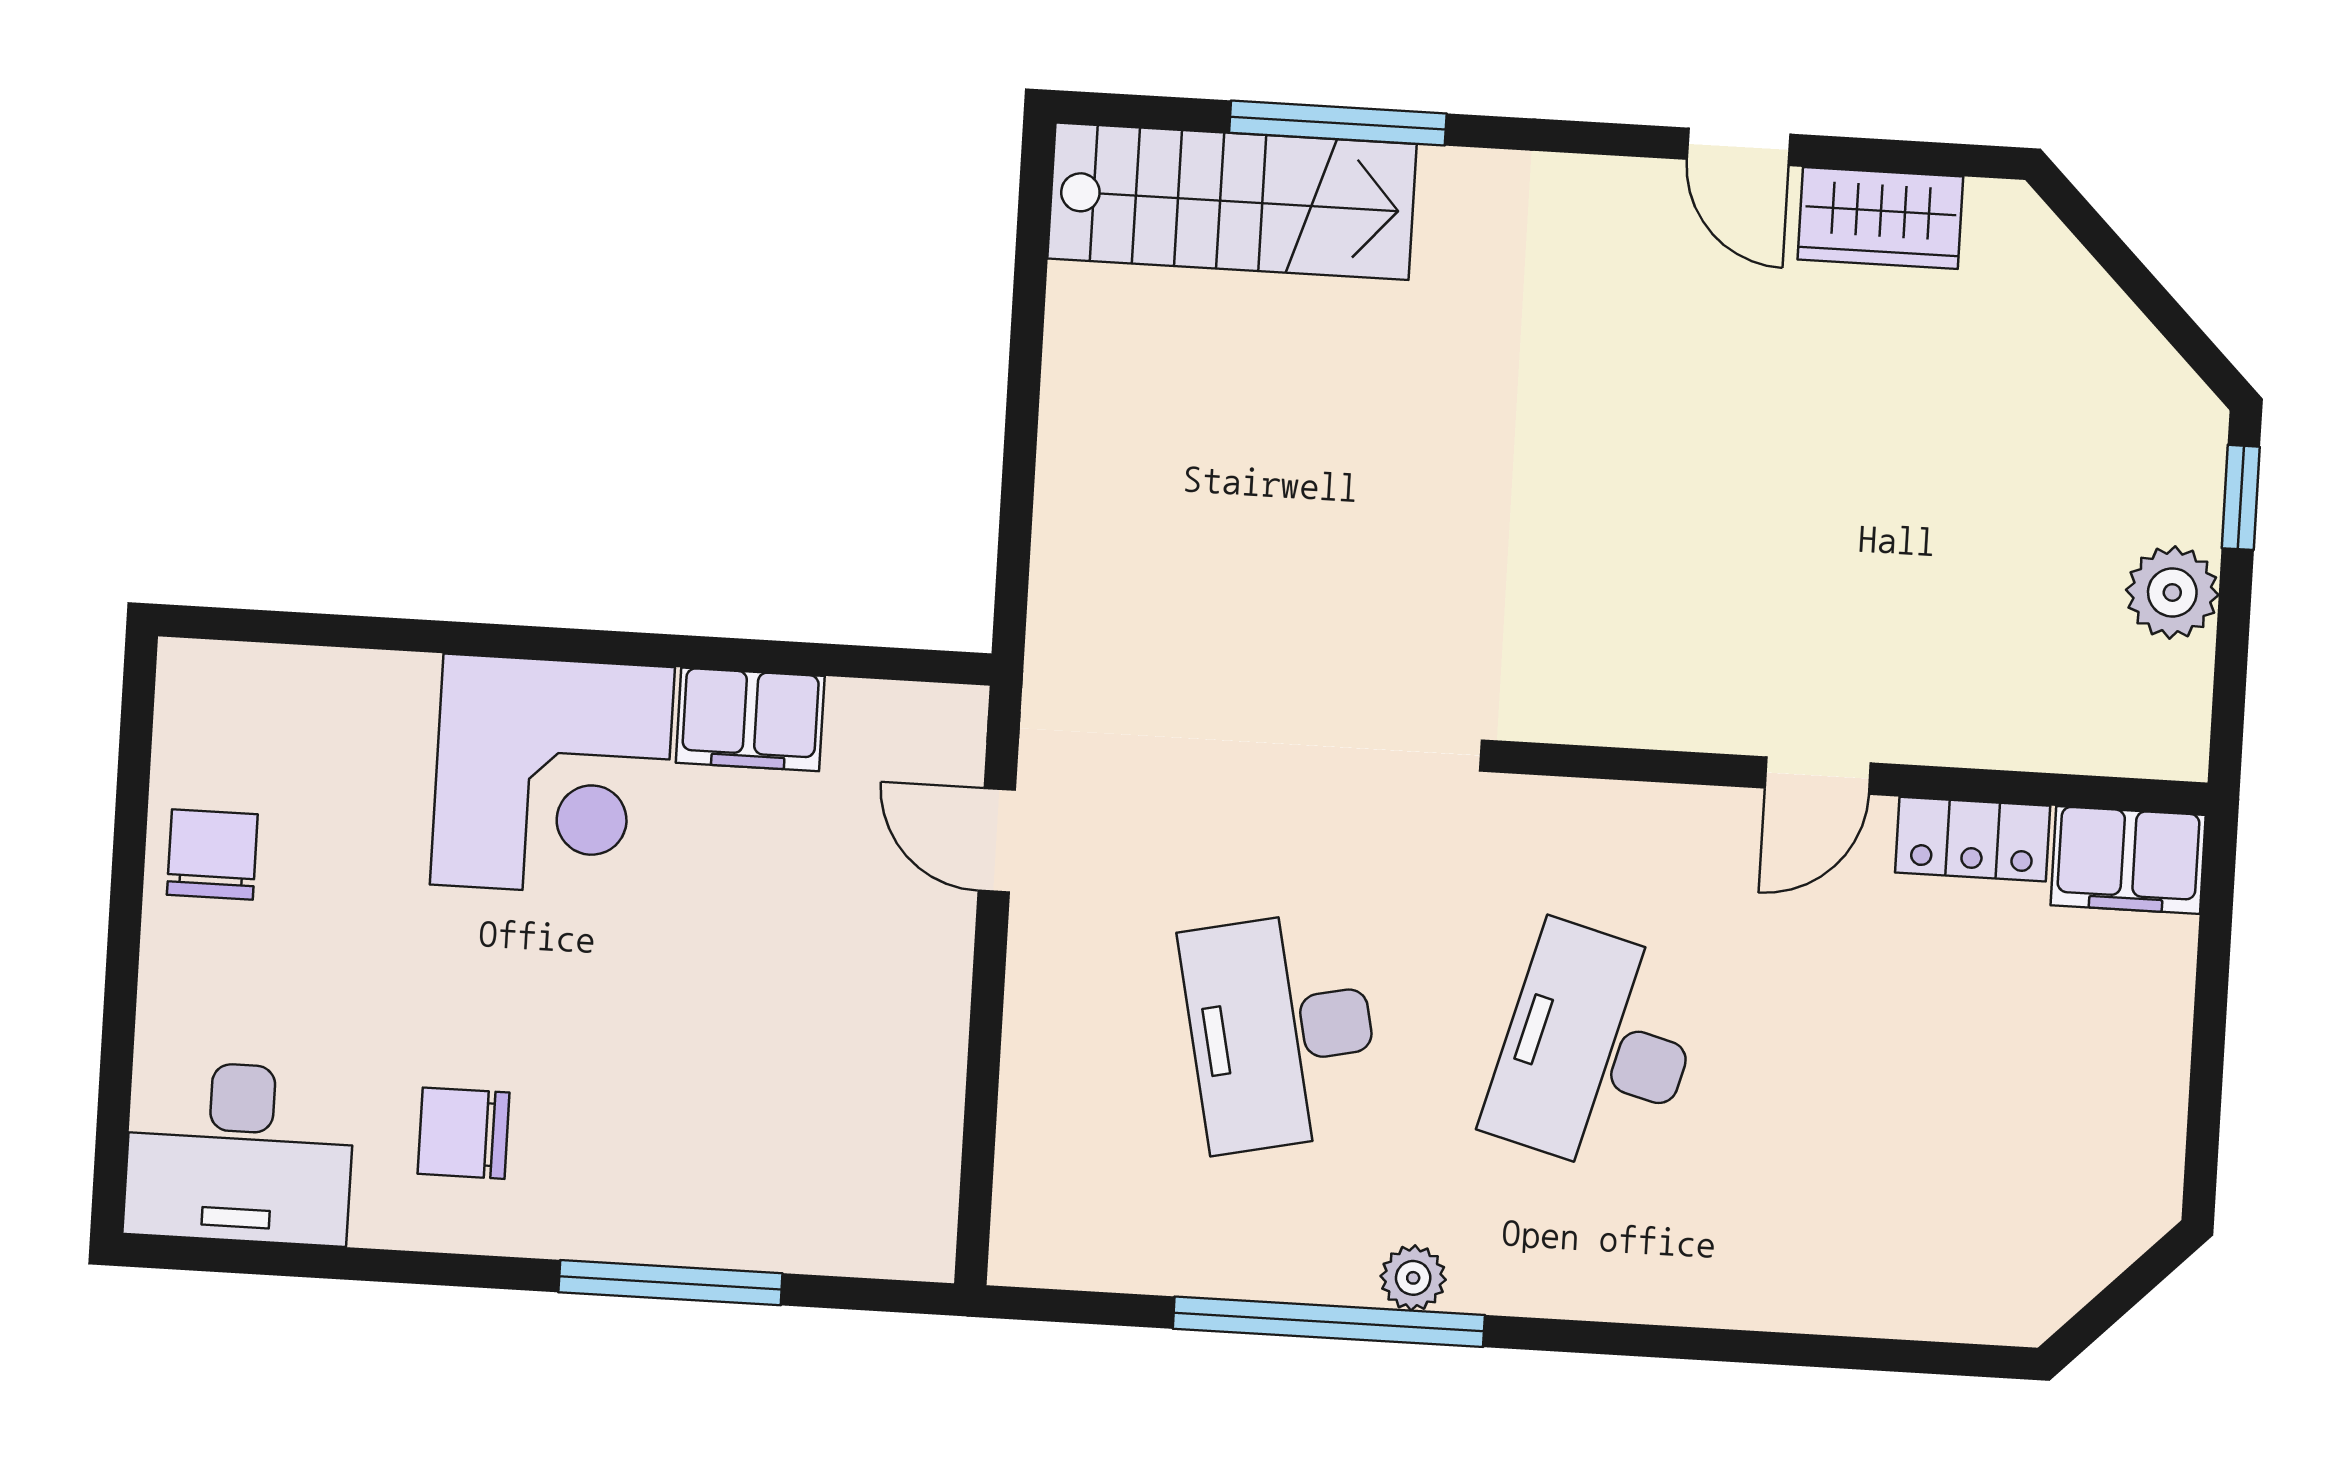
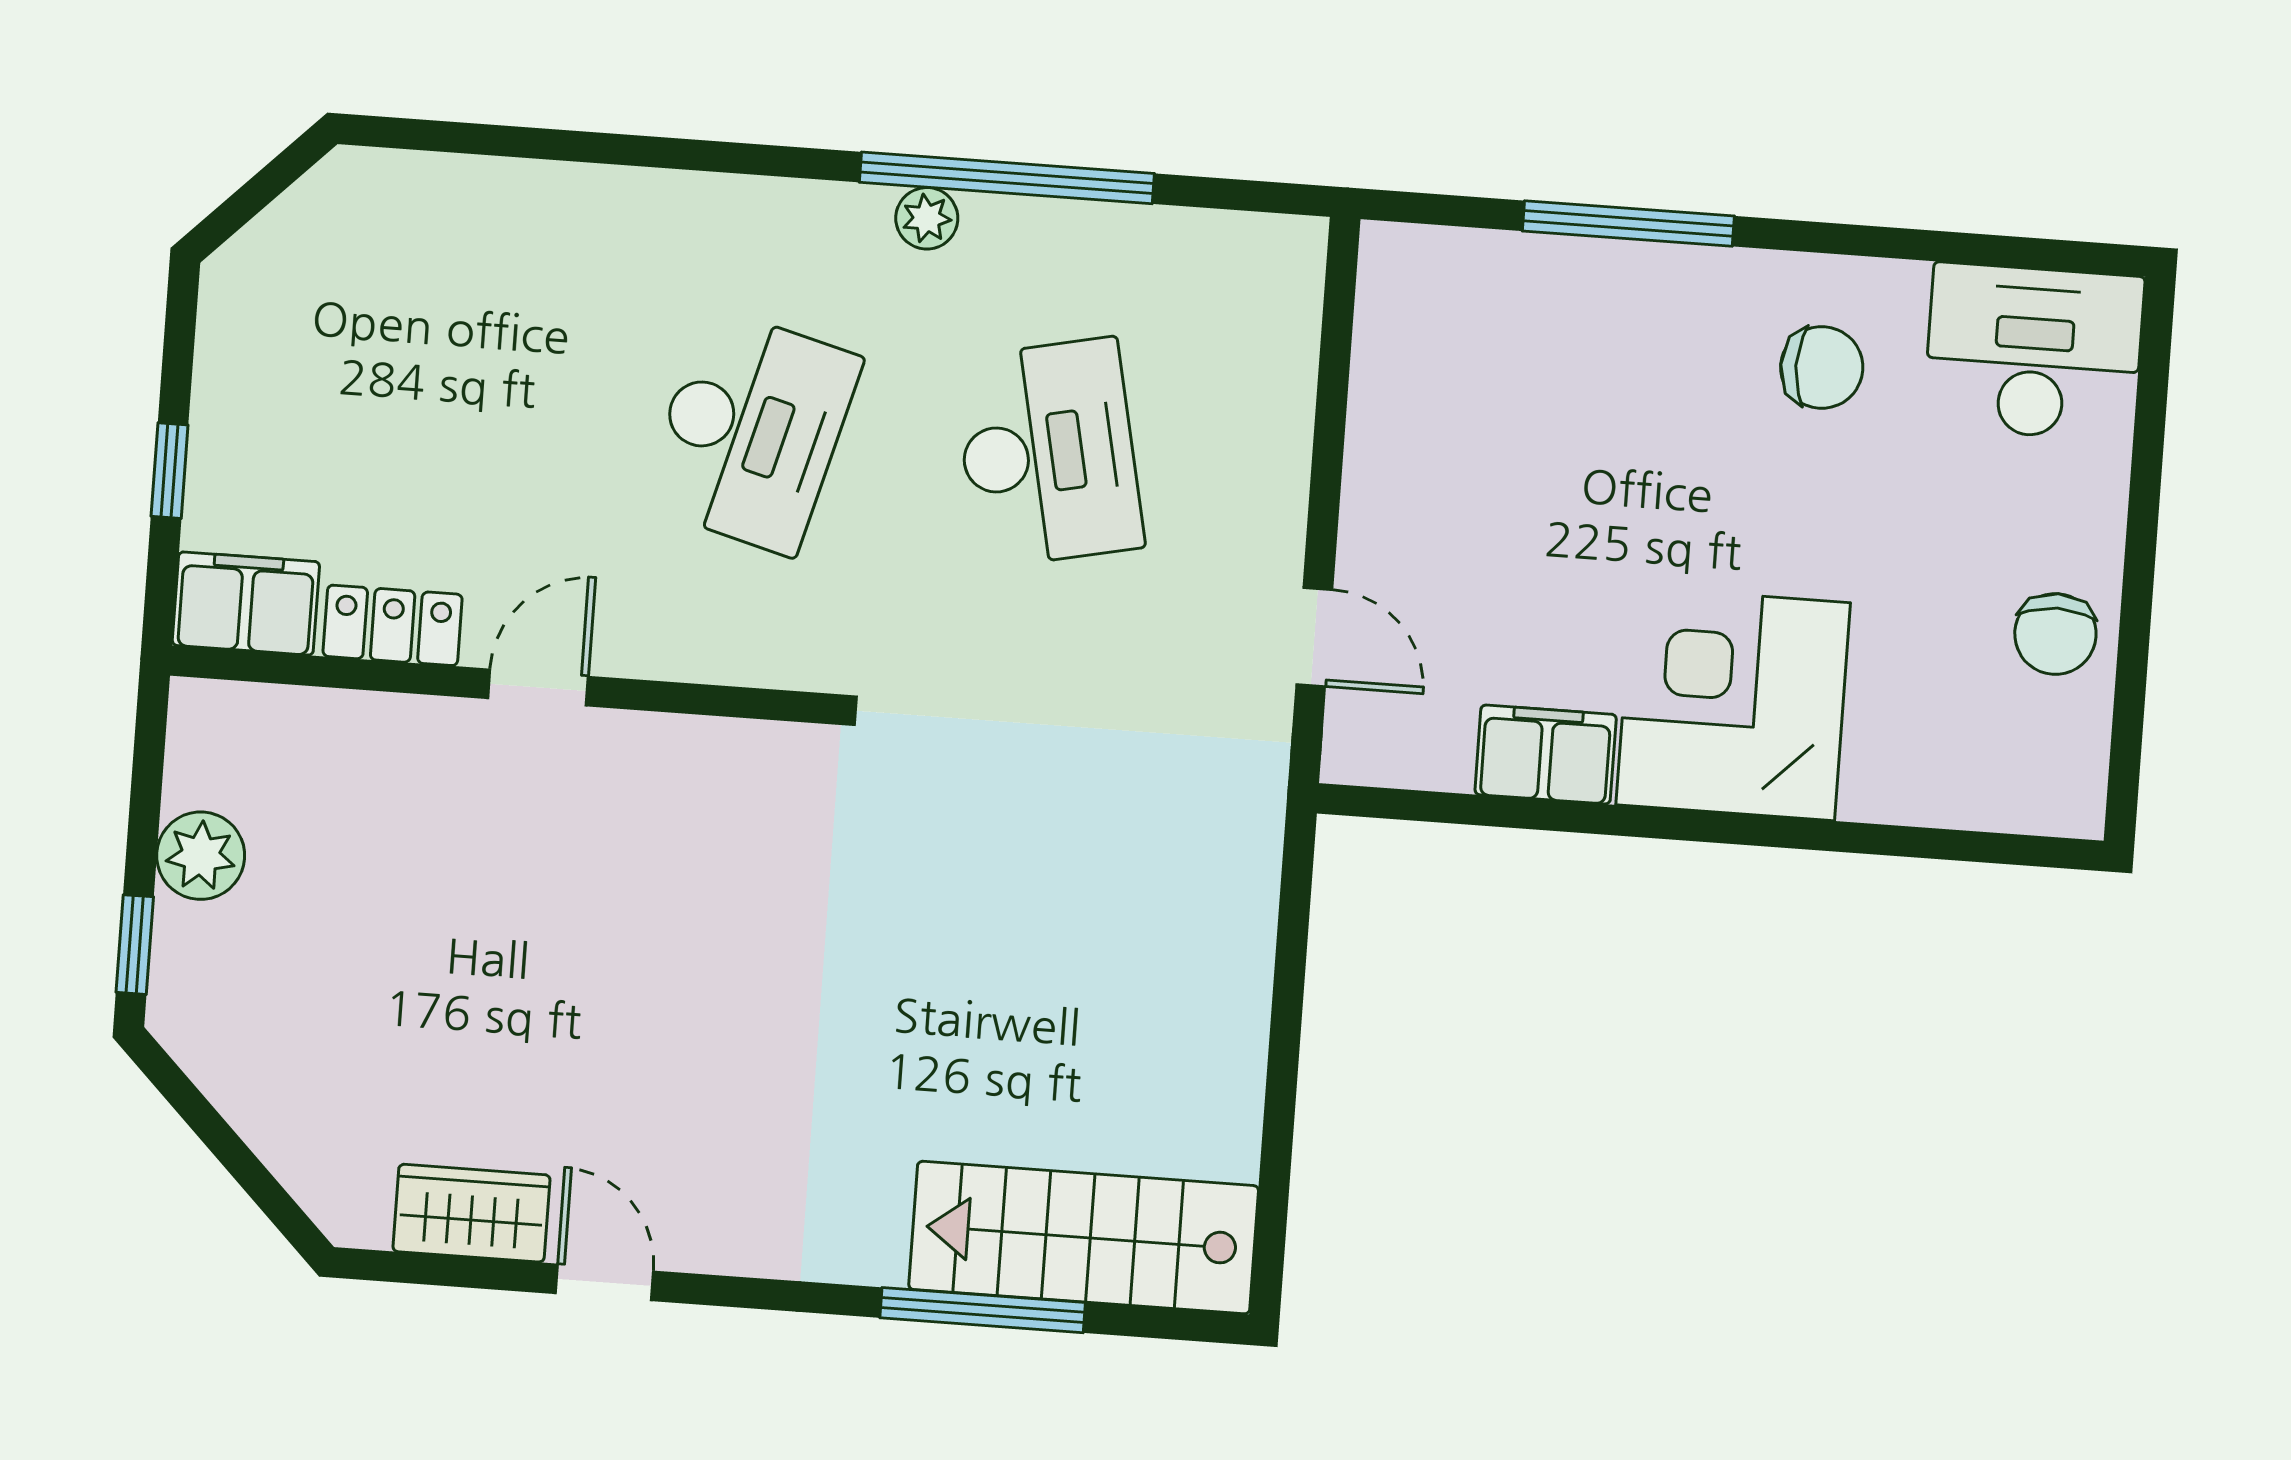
window: (2211, 1000) -> (170, 471), added

